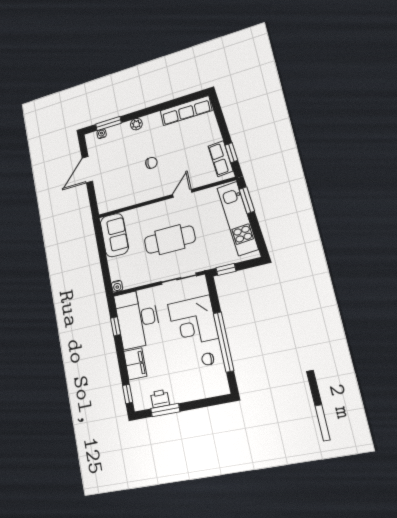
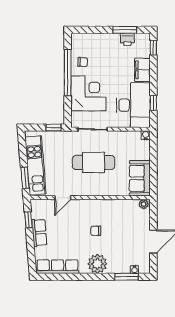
plant: (136, 124) -> (97, 264), width x1.87, depth x1.87
row of seats: (221, 159) -> (39, 233), moved
door: (182, 193) -> (63, 198), moved
plant: (105, 207) -> (144, 204), added

